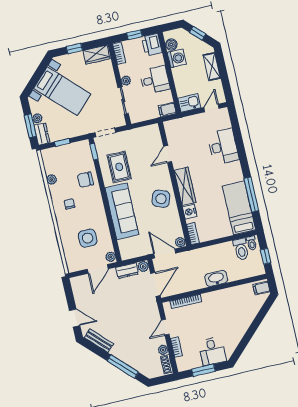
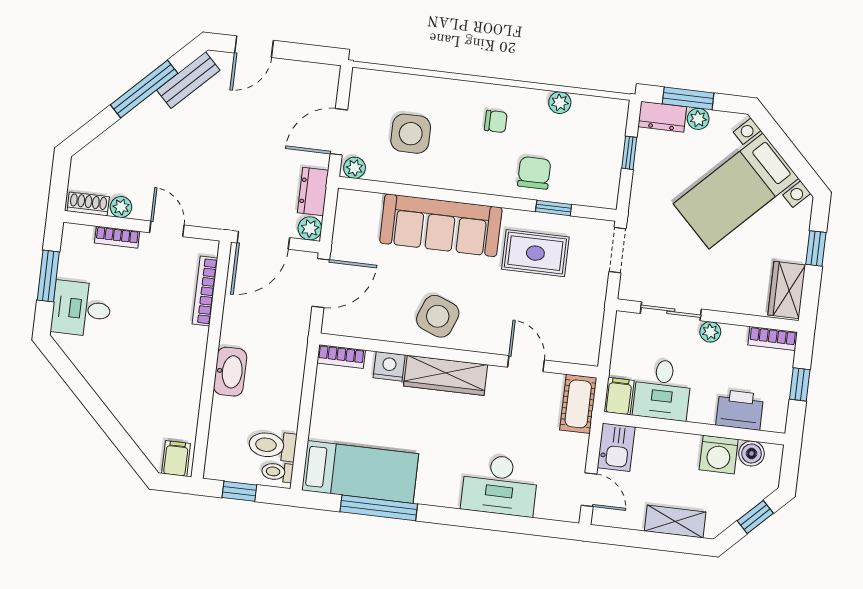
printer: (152, 45) -> (740, 410), moved
desk: (155, 80) -> (662, 390), moved
cot: (177, 126) -> (578, 404), added
window: (94, 152) -> (554, 208), moved
plant: (180, 242) -> (333, 324), removed
door: (98, 269) -> (339, 132), hinge flipped
door: (155, 284) -> (263, 240), hinge flipped
window: (123, 367) -> (144, 89), moved

